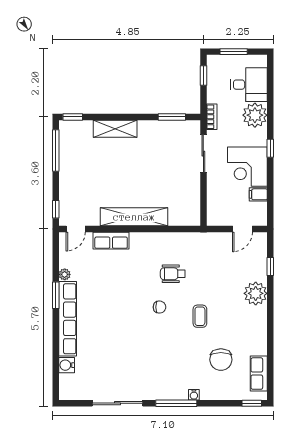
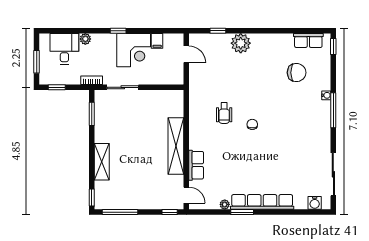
plant: (255, 115) -> (85, 39), width x0.53, depth x0.53
coffee table: (200, 316) -> (260, 90), removed
water cooler: (67, 365) -> (315, 203), moved
sliding door: (118, 403) -> (333, 174), moved

